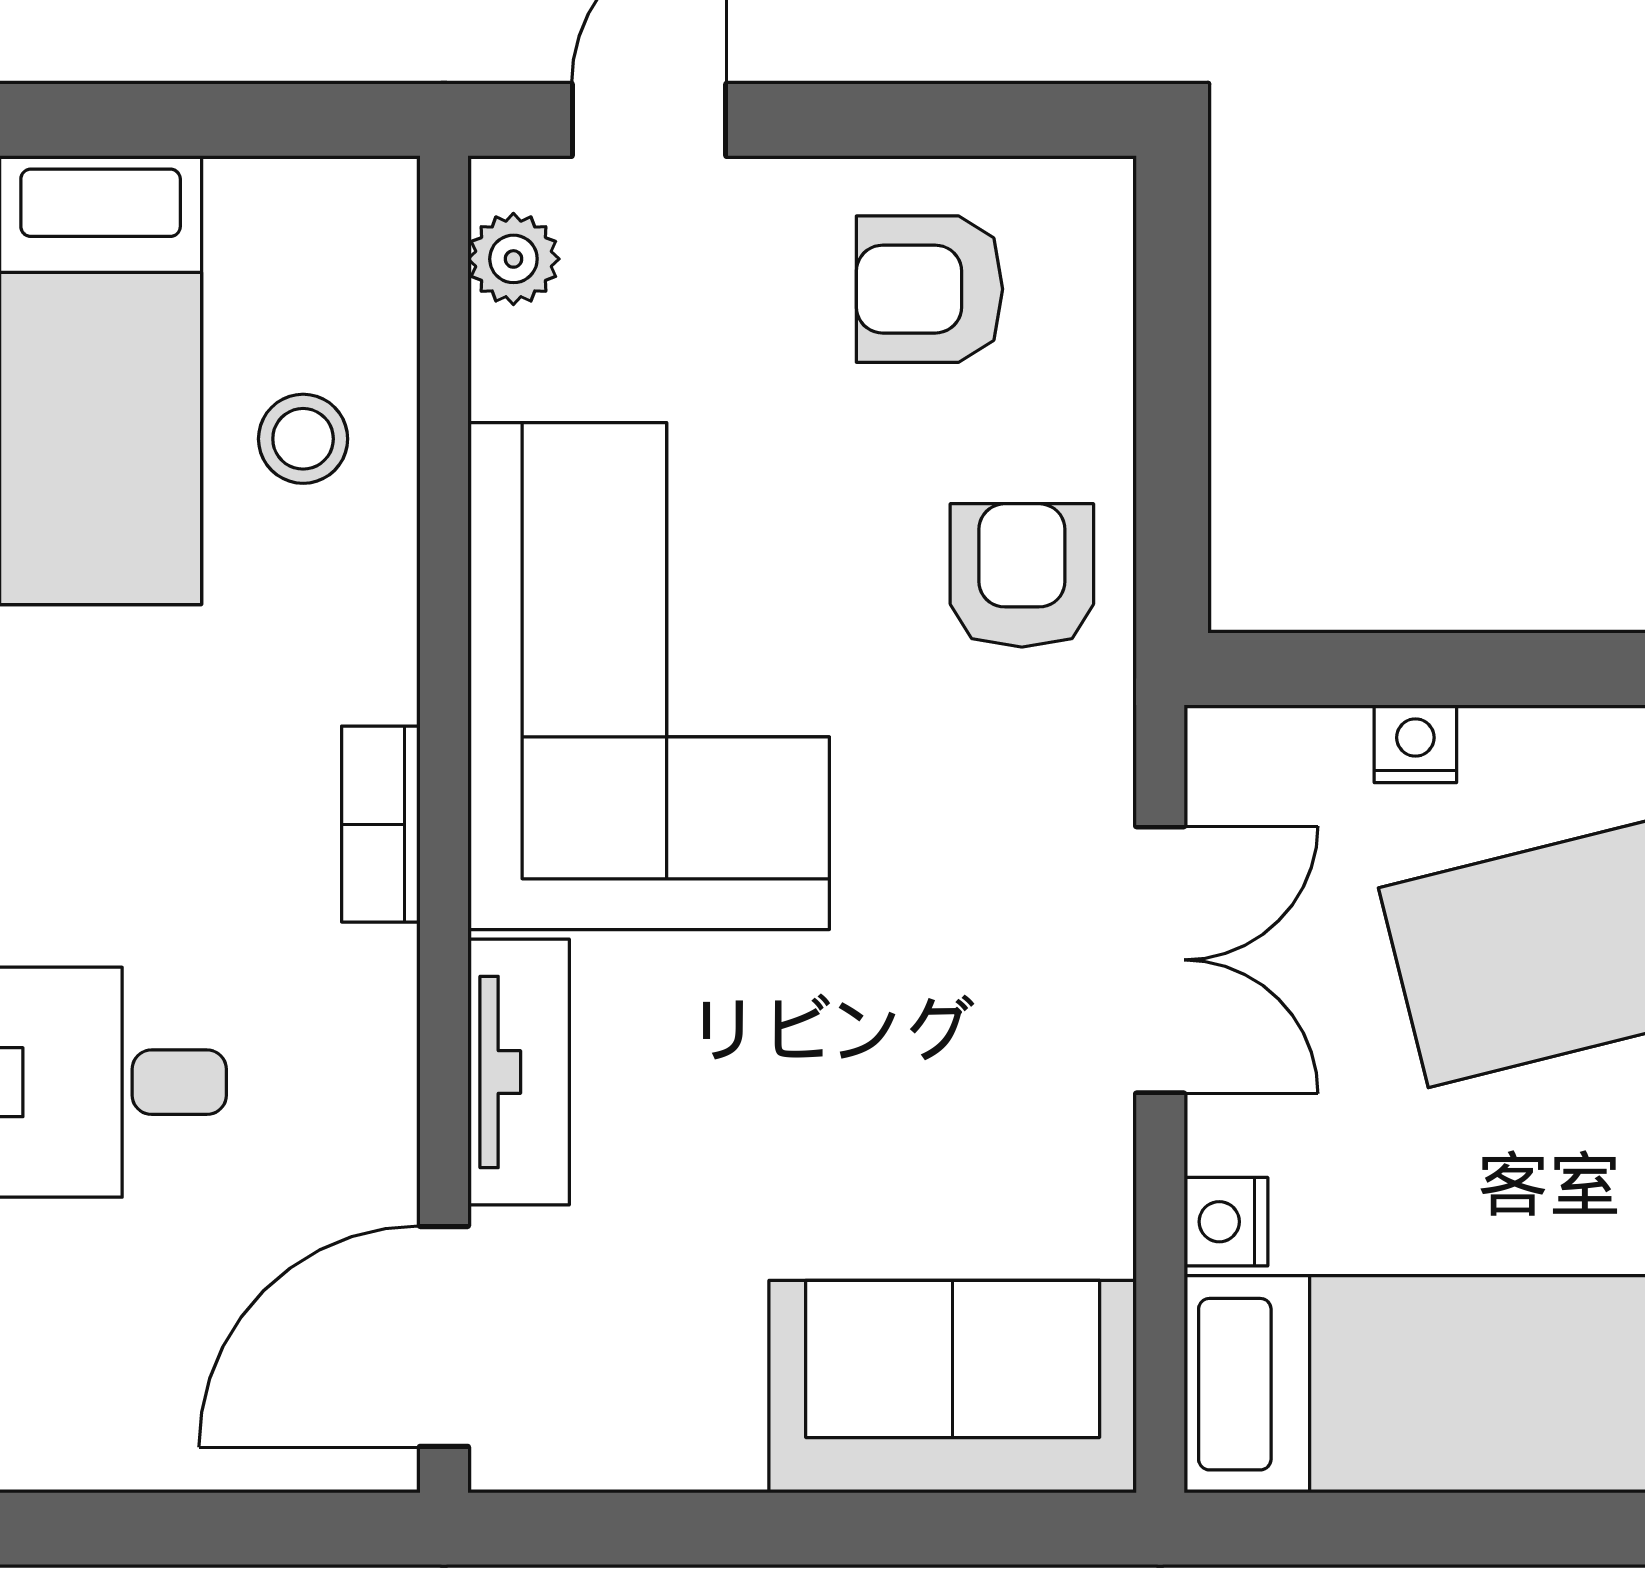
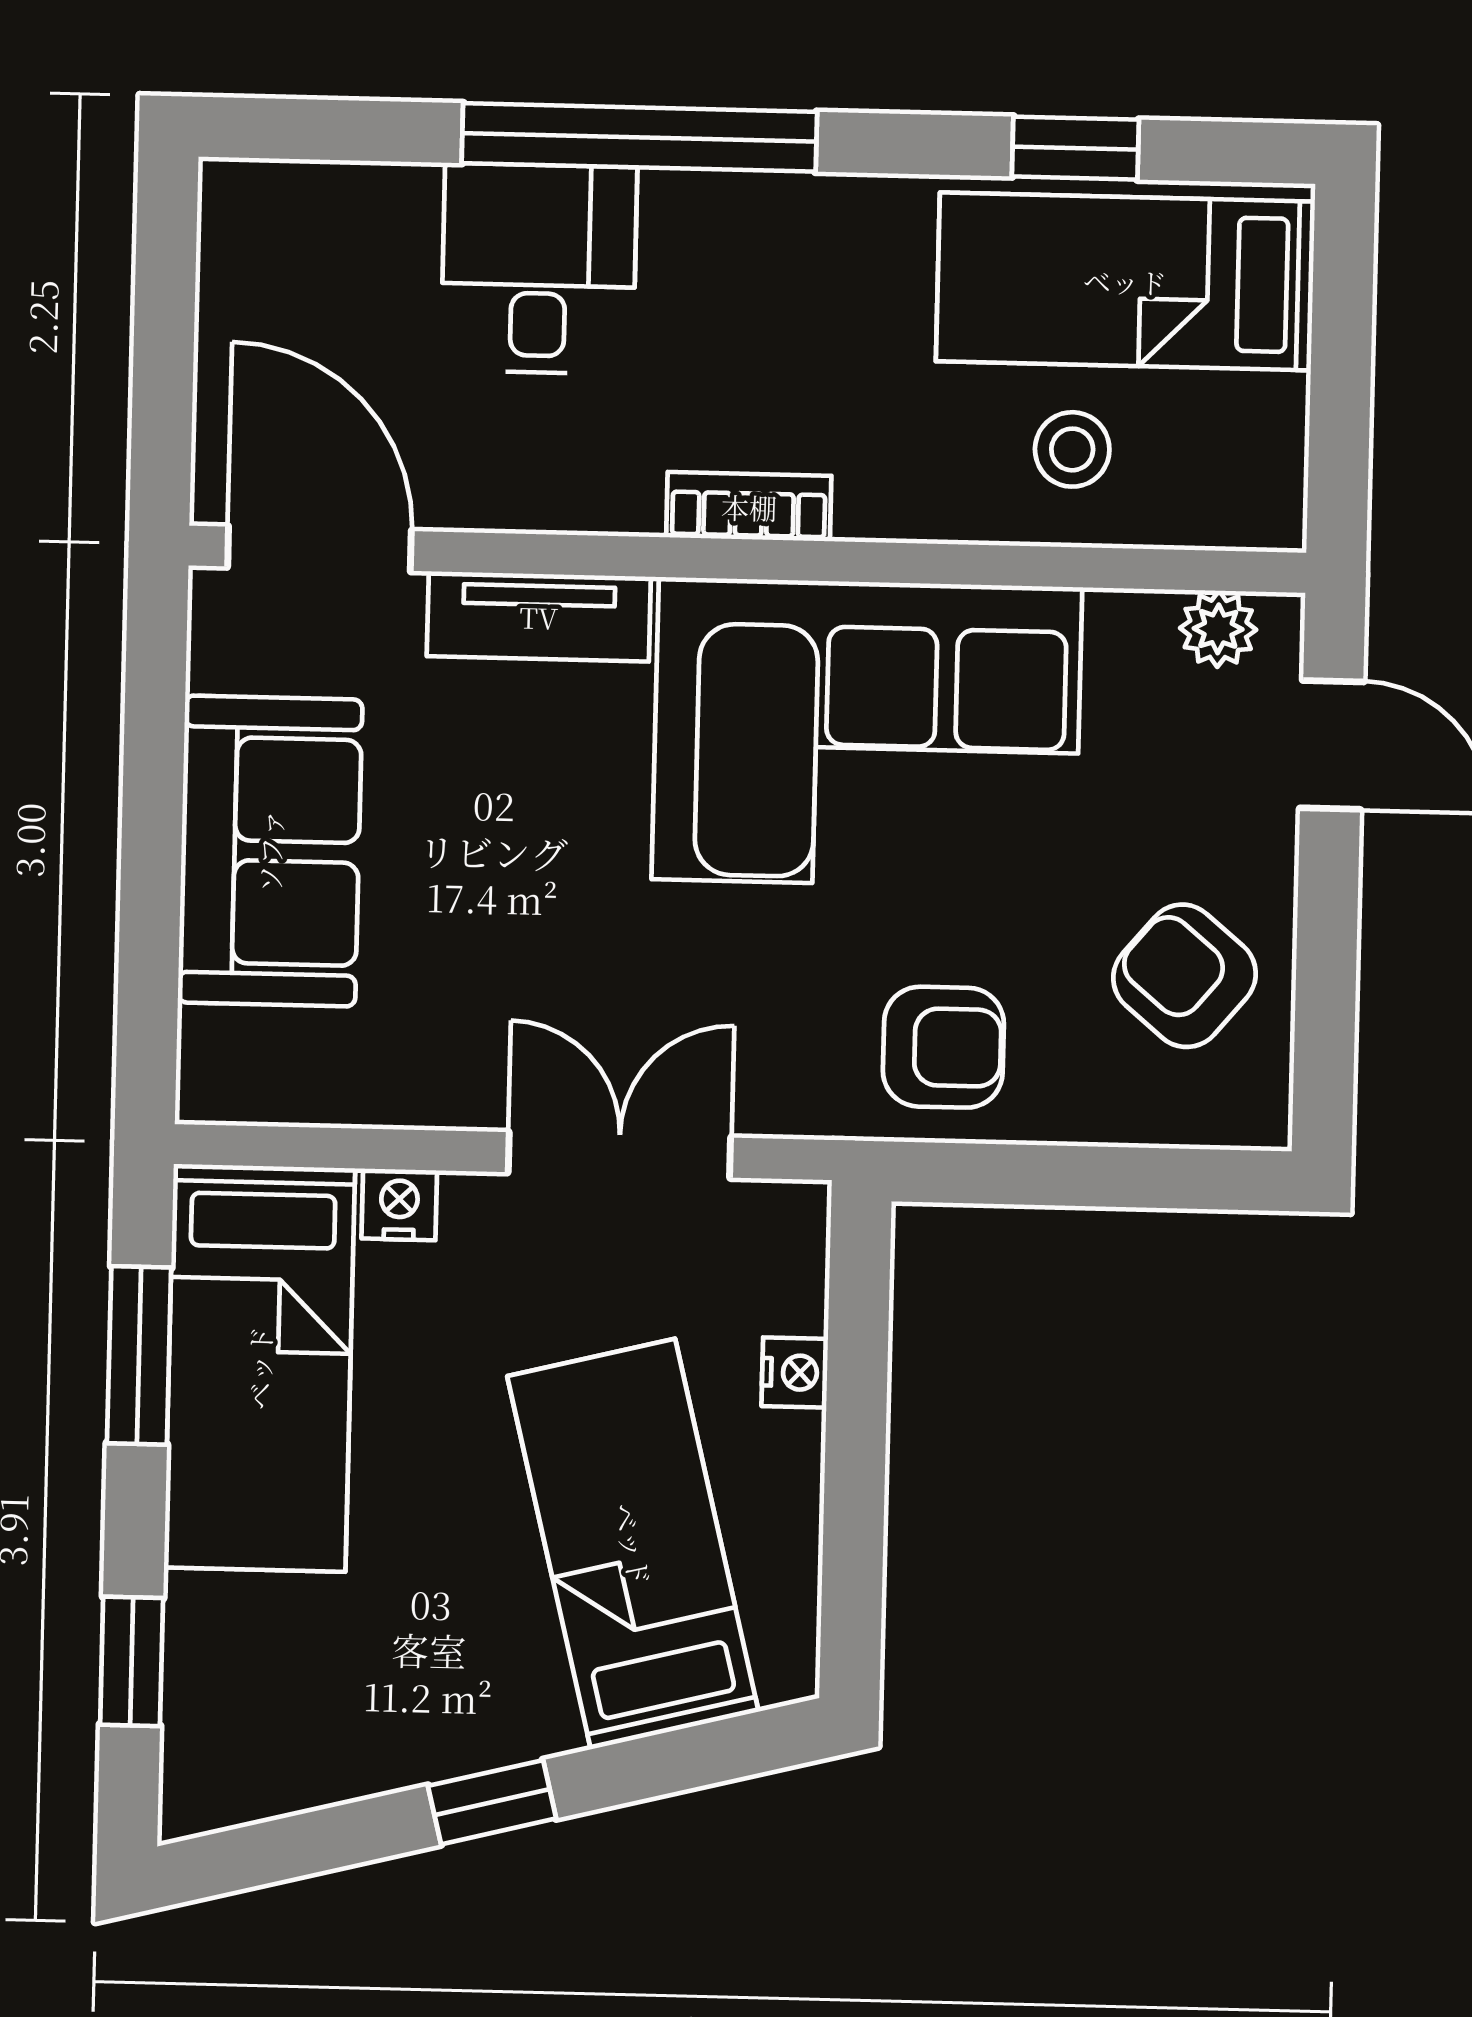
armchair: (929, 289) -> (1184, 976), turned -50
double door: (1160, 960) -> (619, 1155), swing flipped
sofa: (953, 1387) -> (270, 851), moved
window: (1414, 1529) -> (139, 1355), added

